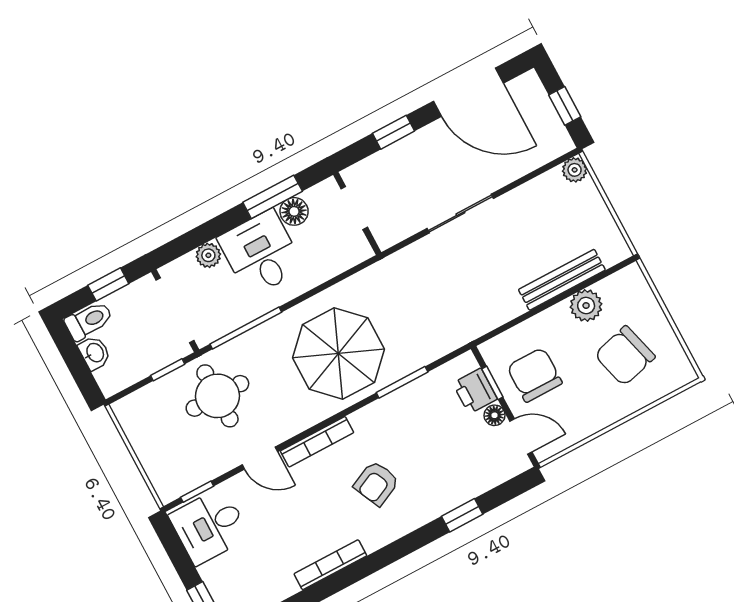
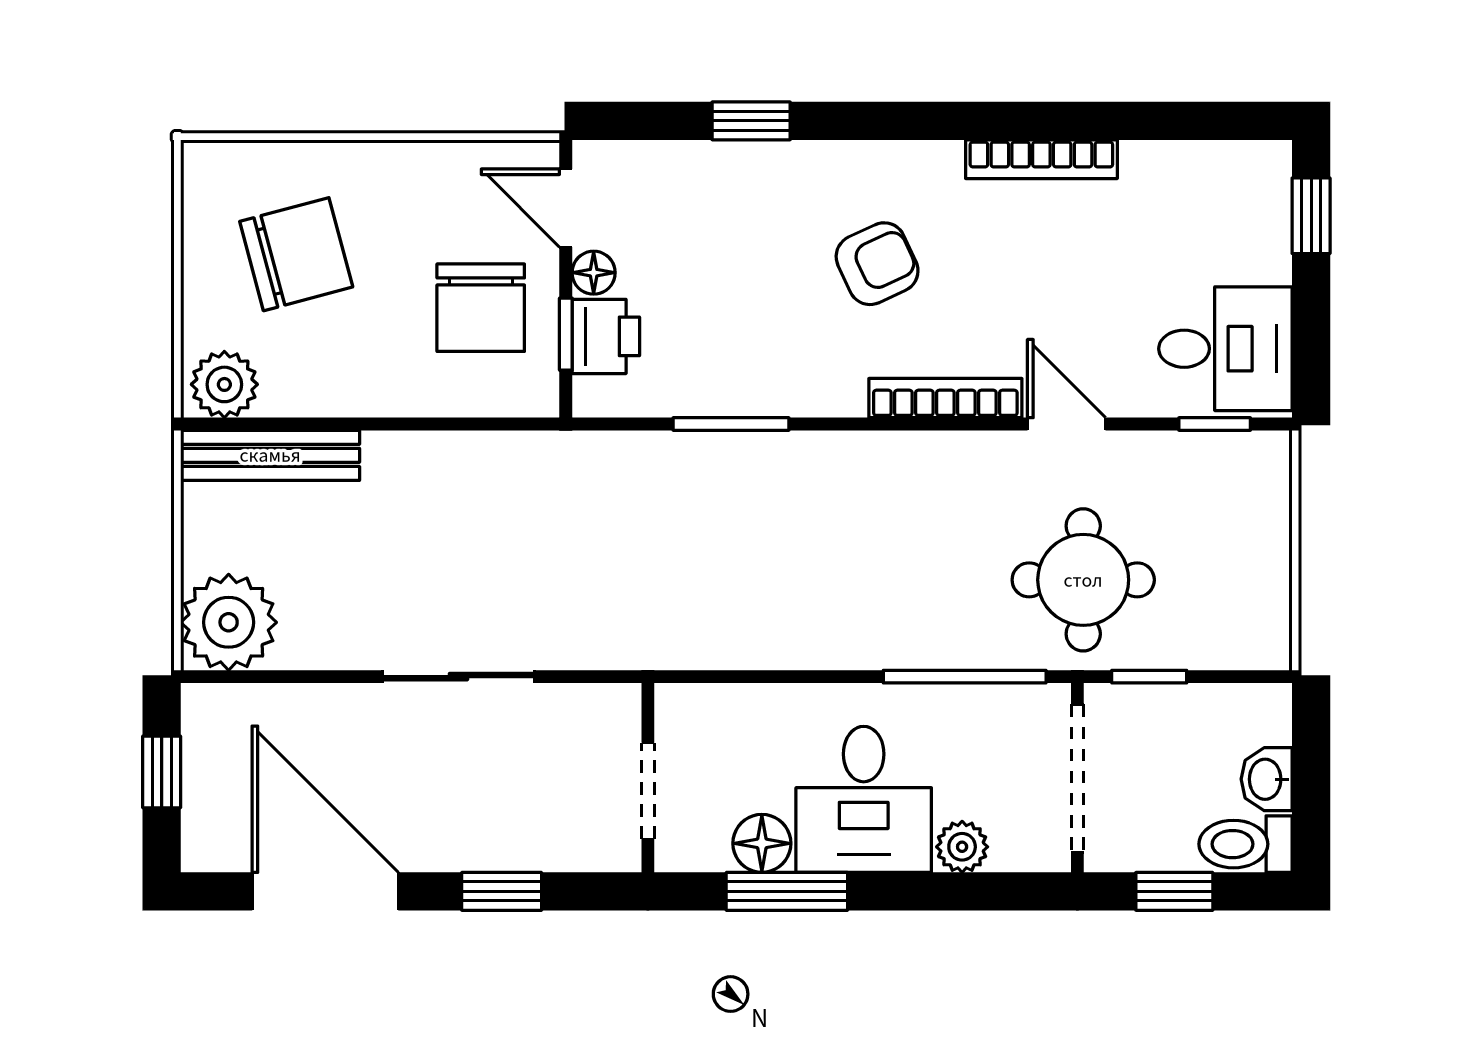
plant: (575, 170) -> (229, 622), width x1.87, depth x1.87
bench: (562, 280) -> (270, 455), moved
plant: (586, 306) -> (224, 384), moved
parasol: (338, 353) -> (819, 539), removed

